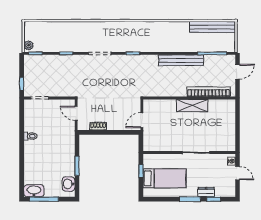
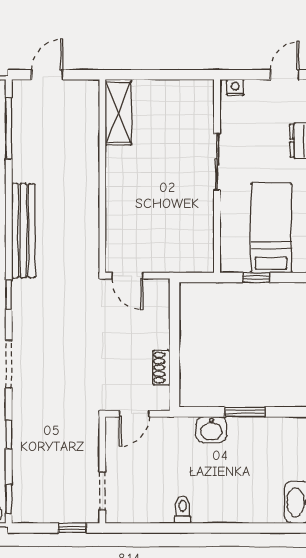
bench: (181, 60) -> (23, 231), moved
door: (237, 72) -> (47, 75), hinge flipped
bookcase: (209, 92) -> (89, 135), removed
shelving: (192, 106) -> (118, 112), moved
door: (142, 120) -> (127, 276), moved
door: (237, 173) -> (285, 75), moved
washbasin: (69, 184) -> (211, 430), moved

